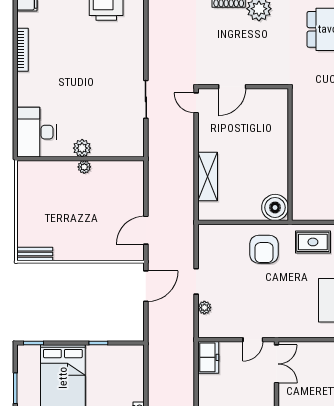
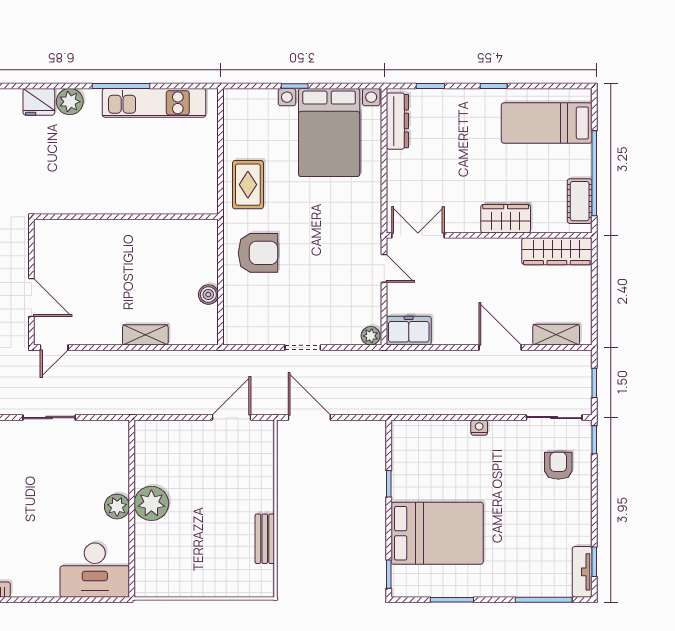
plant: (84, 167) -> (151, 503), width x1.88, depth x1.88
shelving: (208, 177) -> (145, 335), width x0.67, depth x0.75
boiler: (275, 207) -> (208, 295), moved, width x0.54, depth x0.54
door: (146, 230) -> (231, 418), swing flipped
bench: (35, 254) -> (265, 539), moved
plant: (204, 308) -> (371, 336), moved

